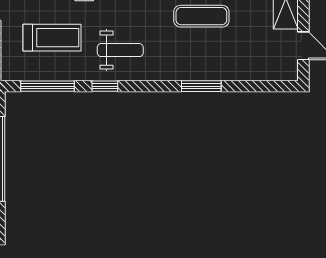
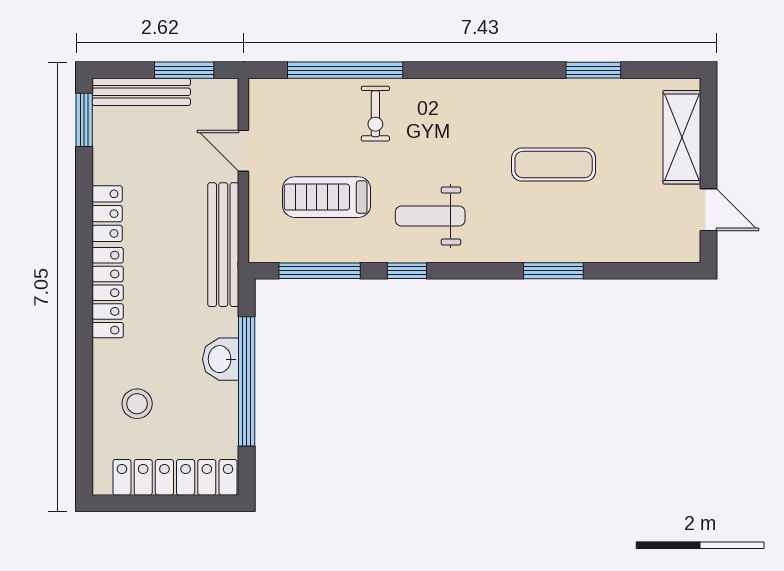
treadmill: (52, 38) -> (327, 197), turned 180
weight bench: (120, 50) -> (430, 216), turned 180

